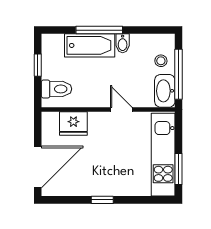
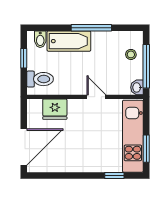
window: (99, 30) -> (91, 28), moved
bidet: (123, 43) -> (40, 39), moved
washbasin: (165, 91) -> (137, 87), width x0.52, depth x0.69
window: (102, 200) -> (114, 176), moved

